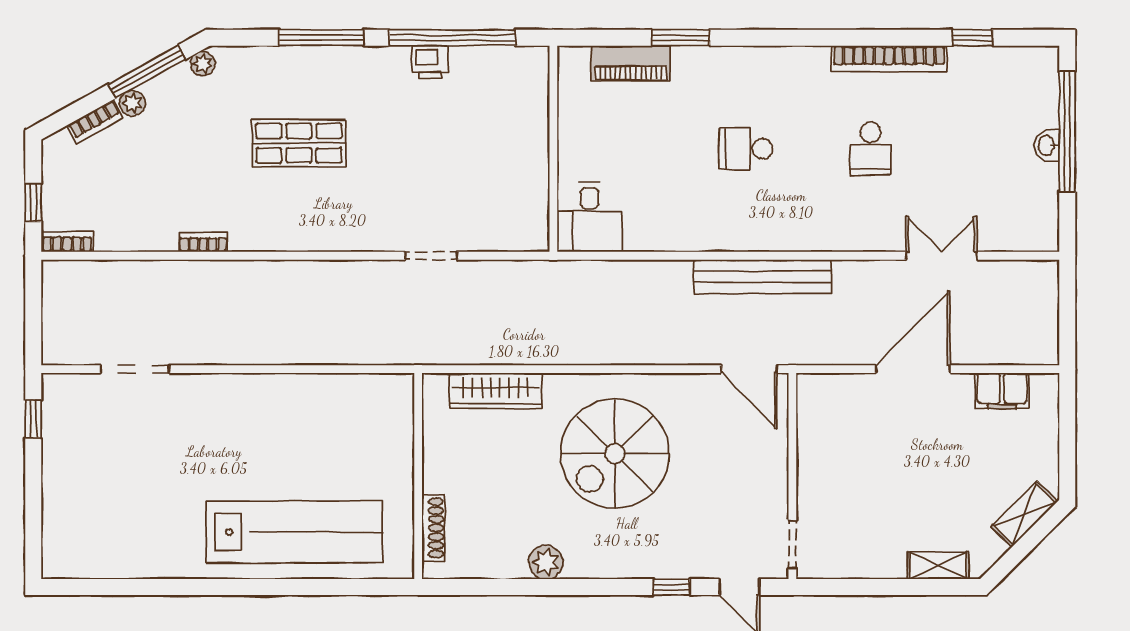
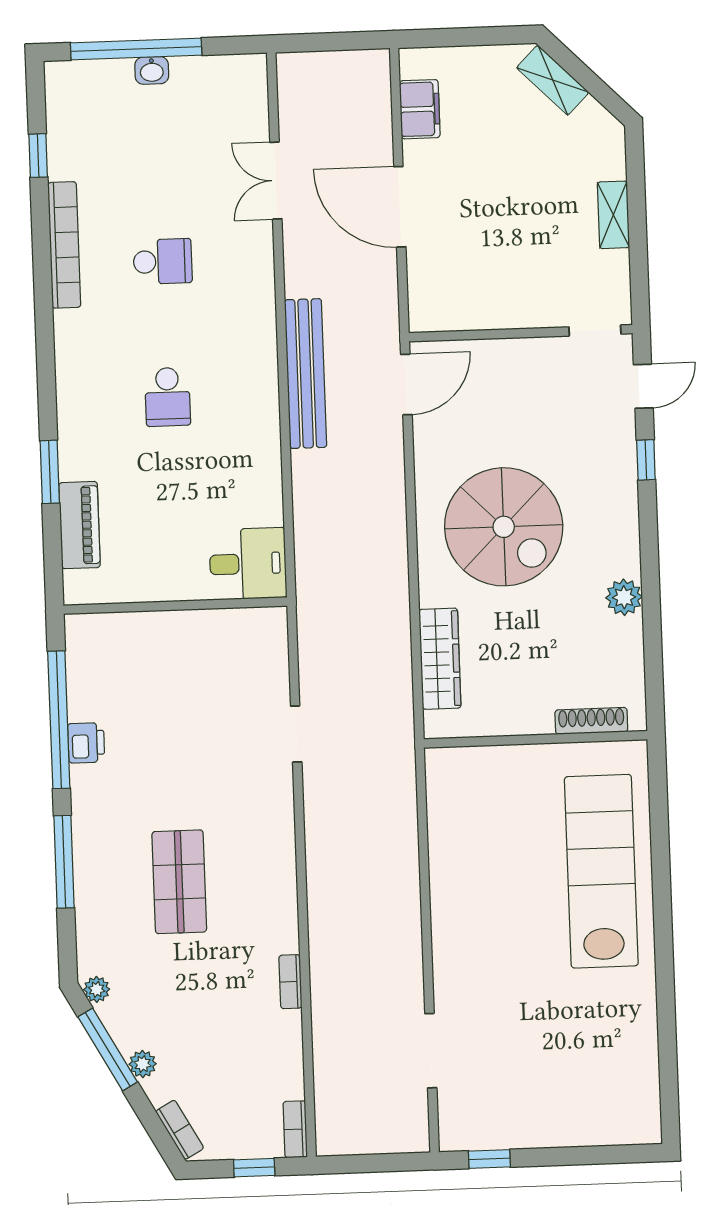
bookcase: (95, 122) -> (180, 1130), moved
shelving: (938, 565) -> (613, 215), moved

